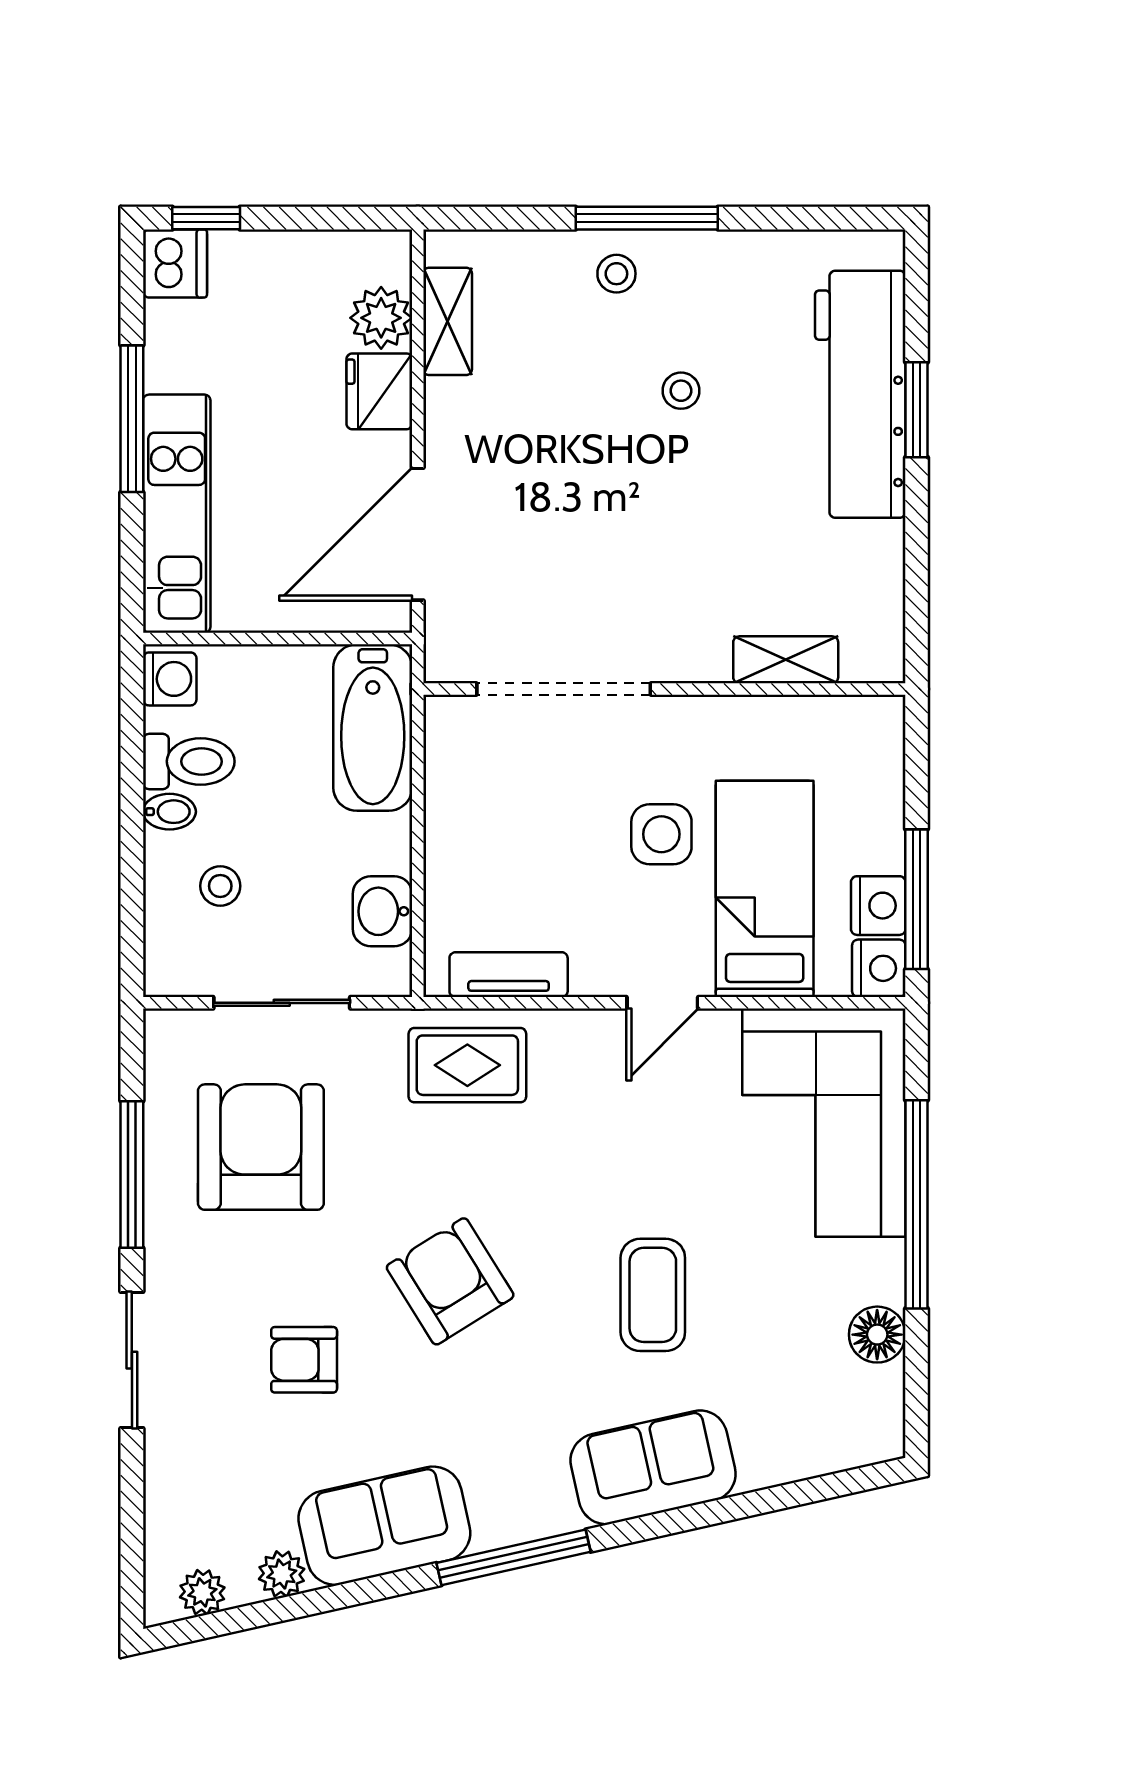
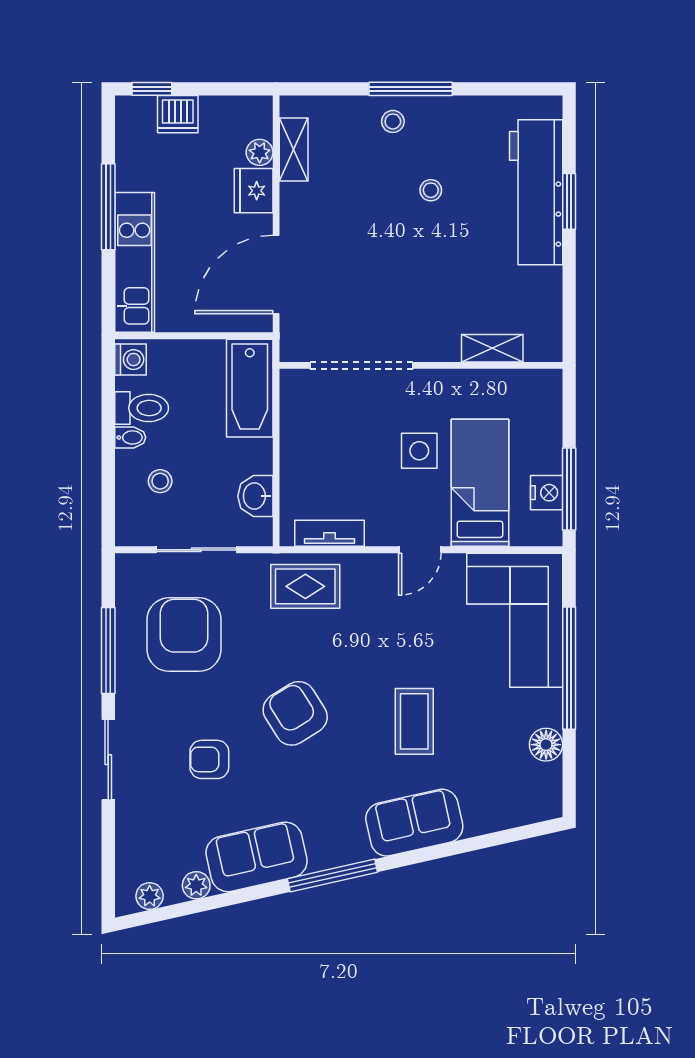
dishwasher: (175, 263) -> (178, 114), moved, turned 90
plant: (381, 318) -> (260, 152), width x0.73, depth x0.73
nightstand: (879, 968) -> (547, 530), removed

